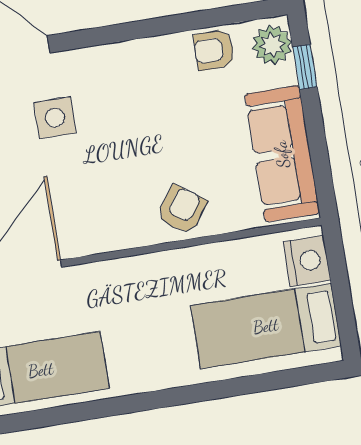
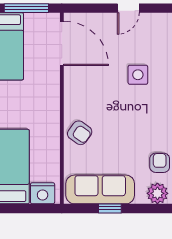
window: (305, 67) -> (110, 208), moved

